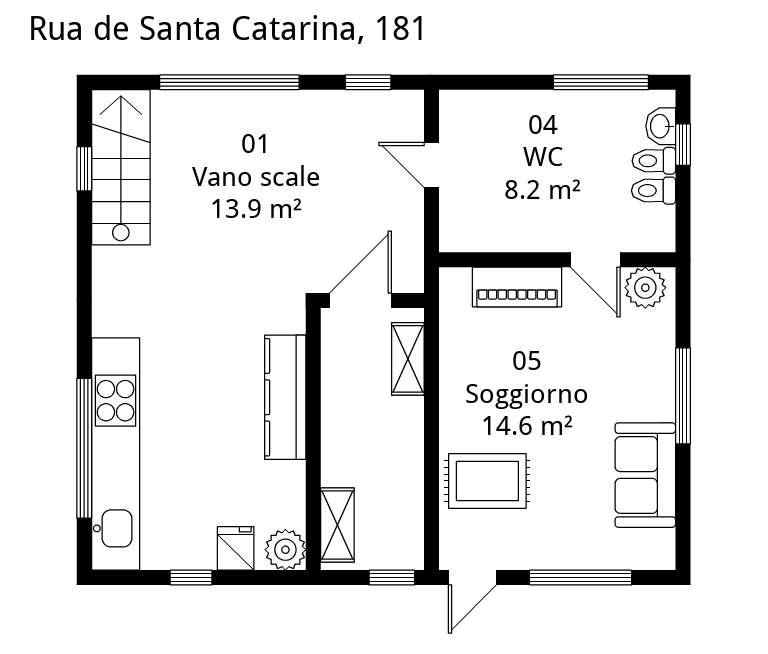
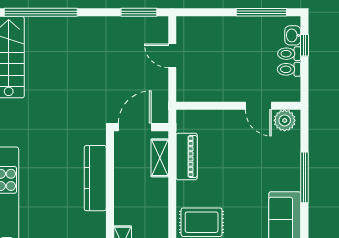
window: (229, 82) -> (41, 12), moved
window: (368, 82) -> (139, 12), width x1.50
piano: (517, 287) -> (187, 156), moved, turned -90

